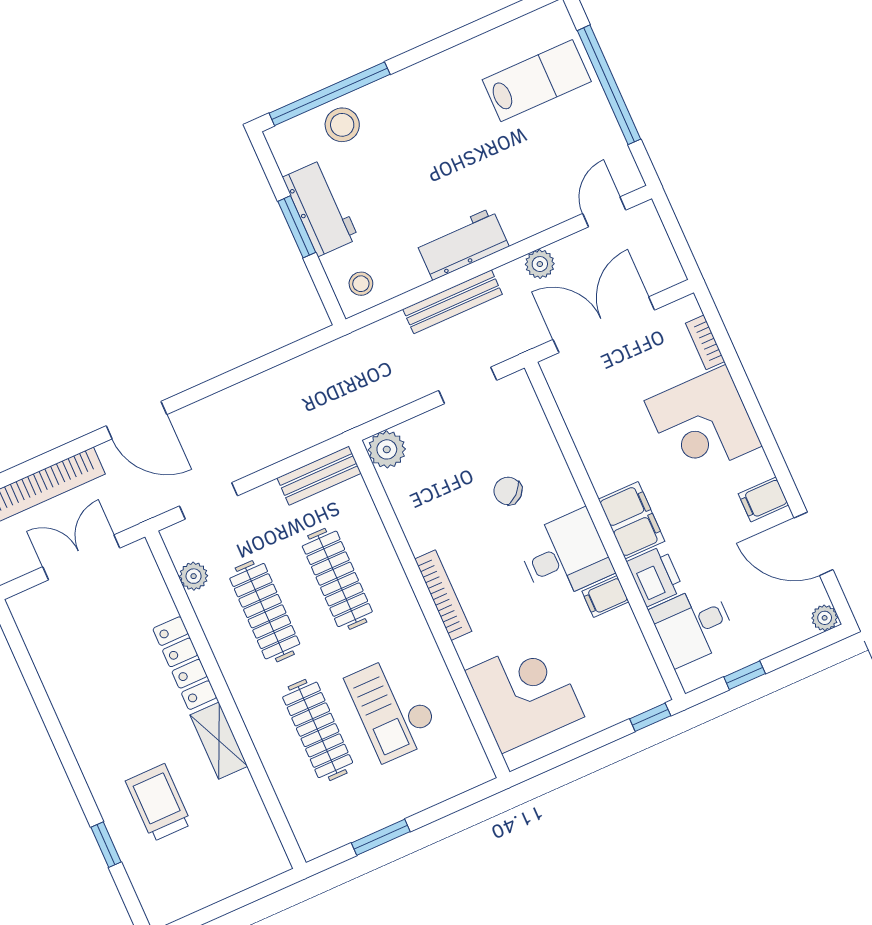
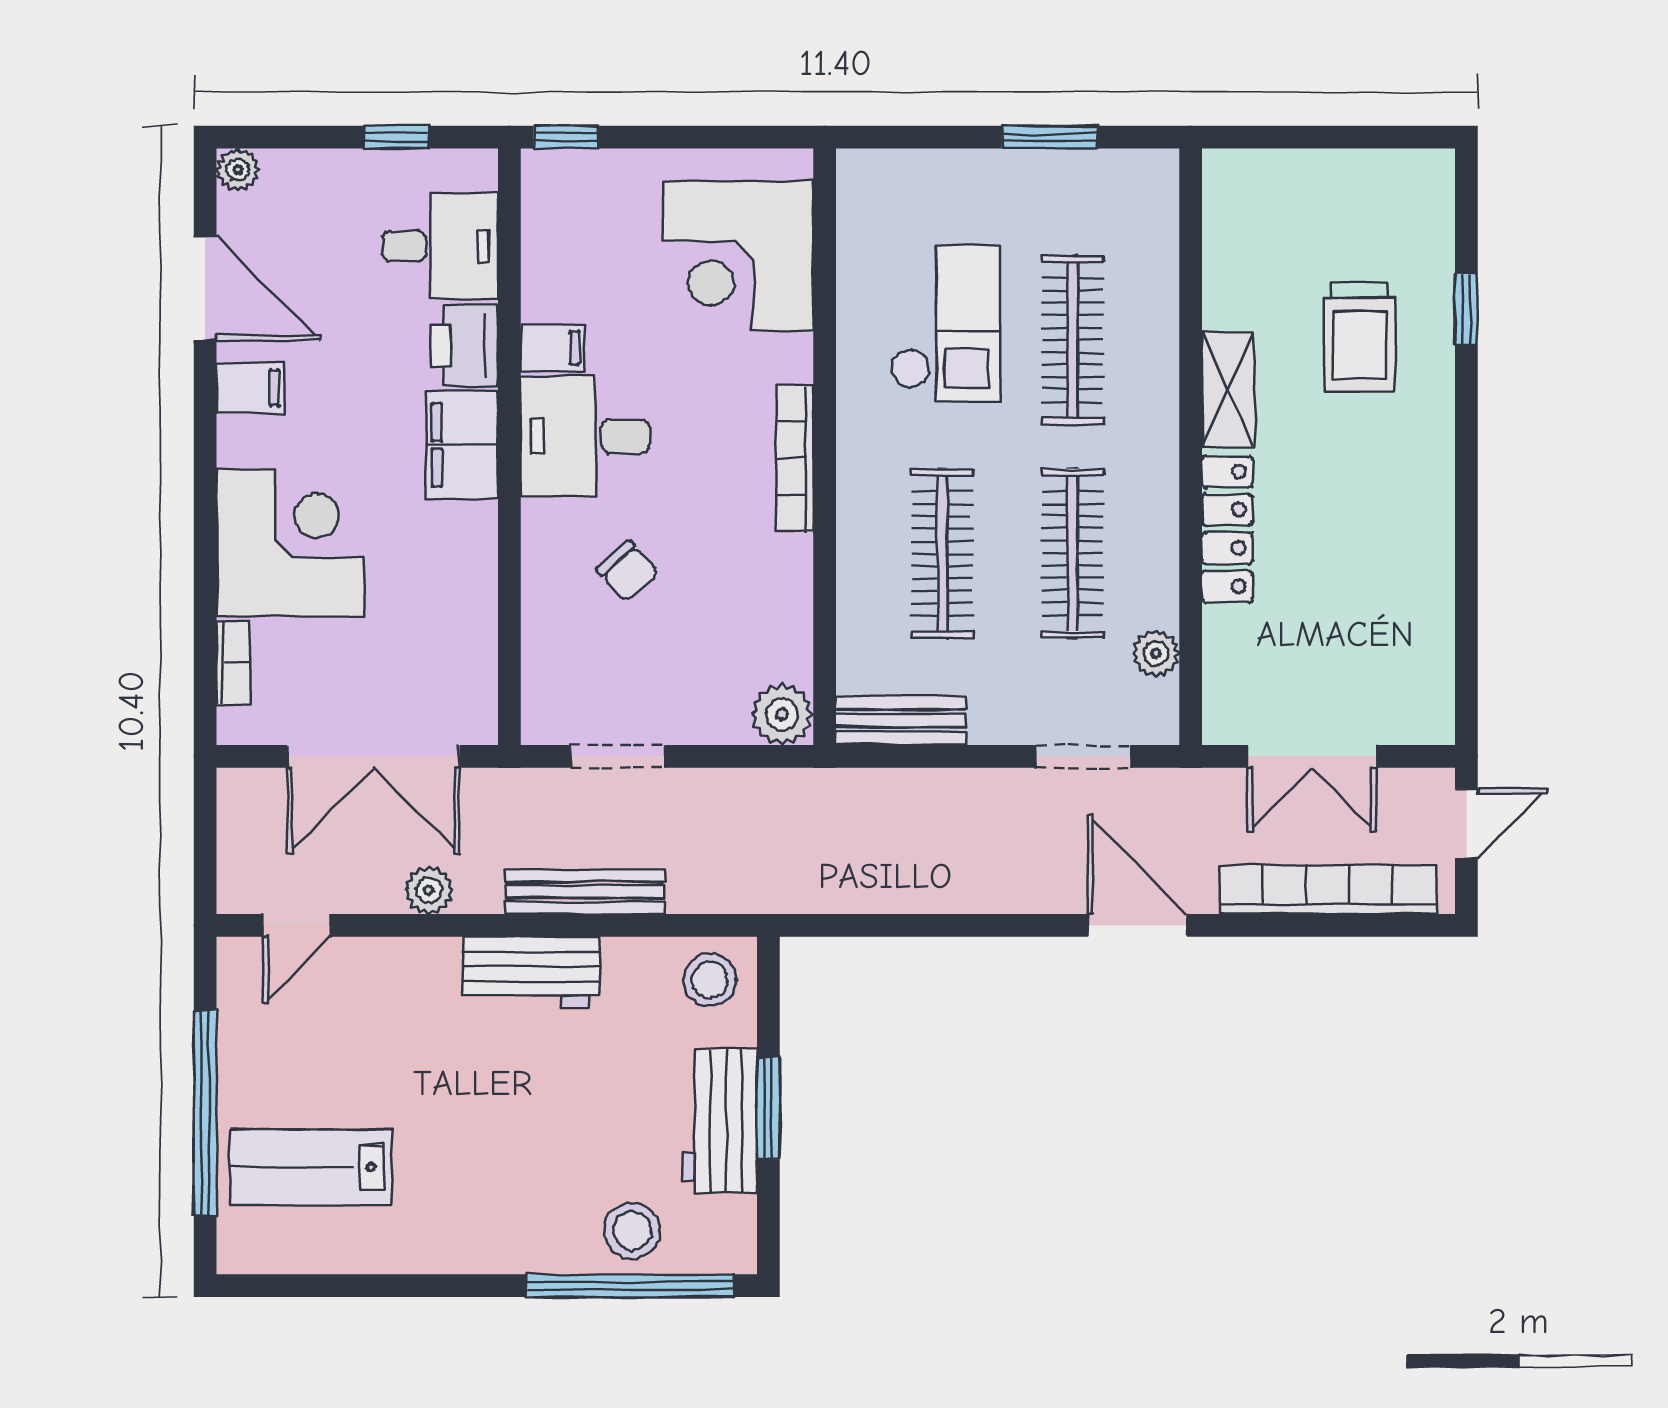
stool: (361, 284) -> (710, 980), width x1.37, depth x1.37

